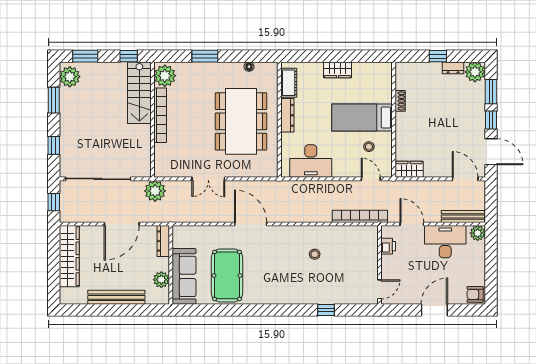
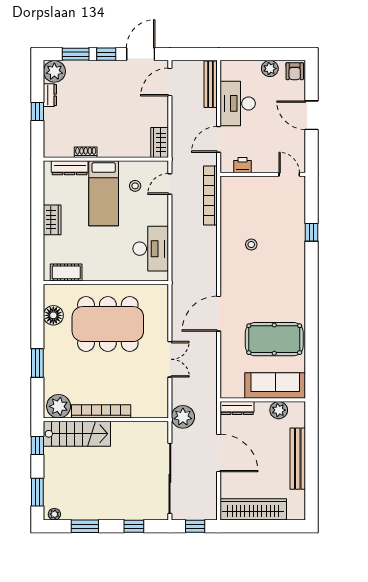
floor lamp: (249, 67) -> (53, 315), width x1.89, depth x1.89
plant: (70, 77) -> (54, 514), width x0.53, depth x0.53
dresser: (287, 115) -> (70, 168), moved, turned 180
plant: (478, 233) -> (270, 68), moved

